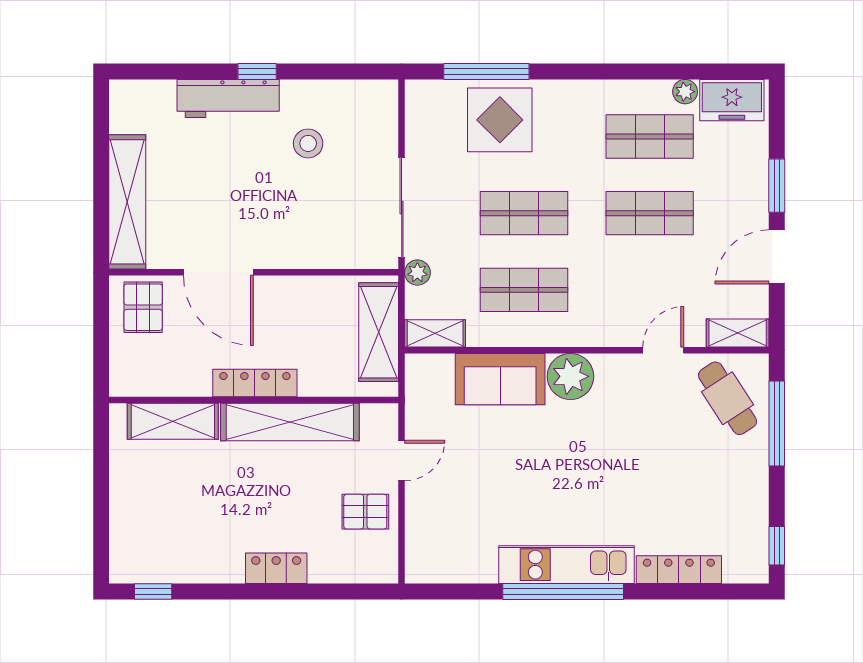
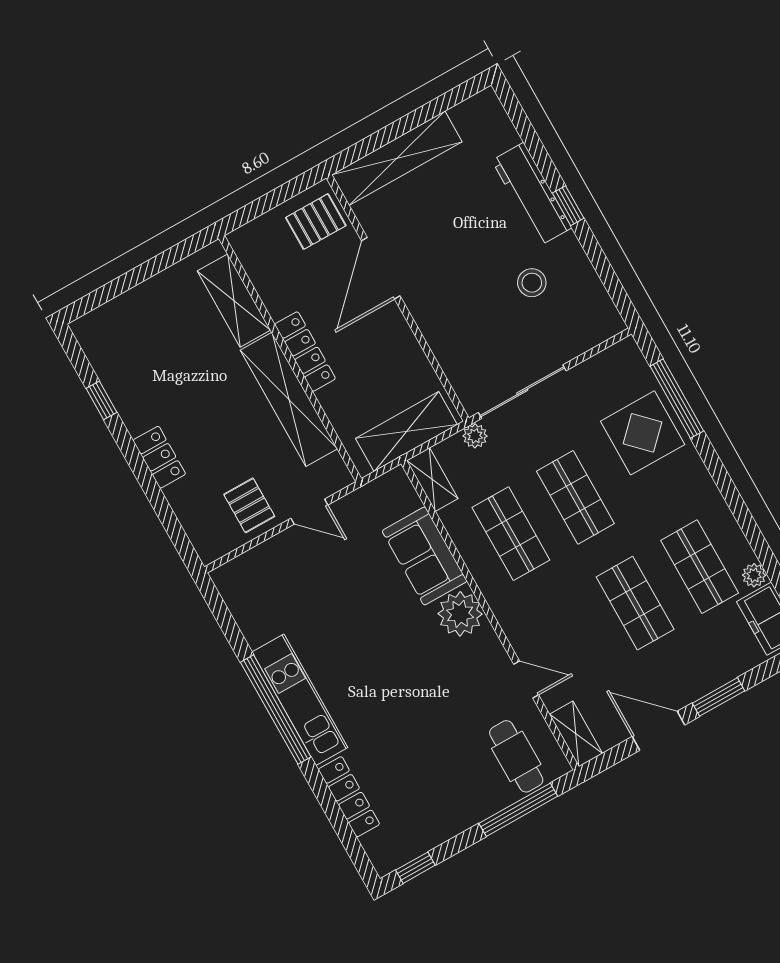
cafe table: (728, 398) -> (516, 756), turned -57
window: (153, 591) -> (101, 400), moved

